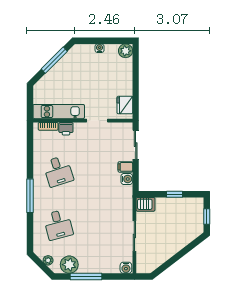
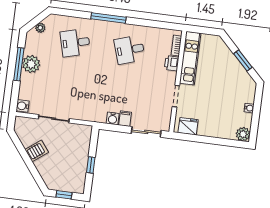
window: (54, 60) -> (243, 60), width x0.69
server rack: (145, 204) -> (37, 151), moved, turned -127
plant: (69, 265) -> (31, 64), moved

